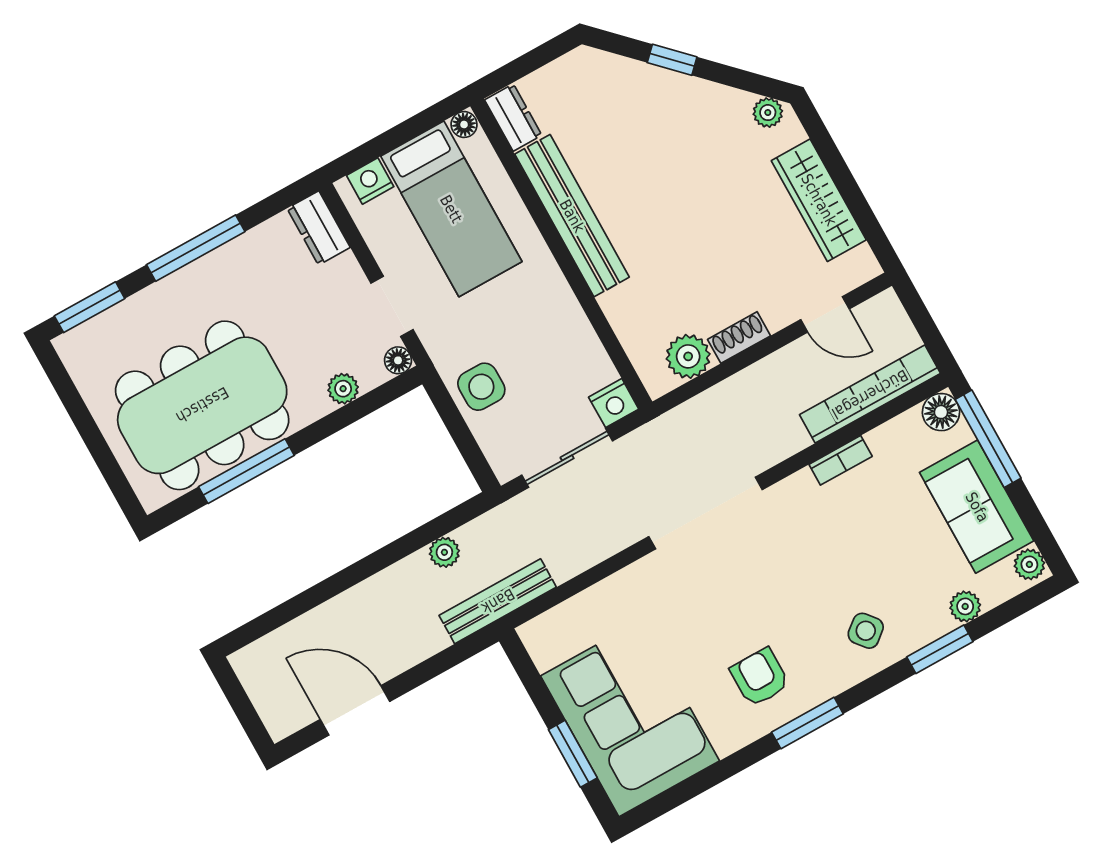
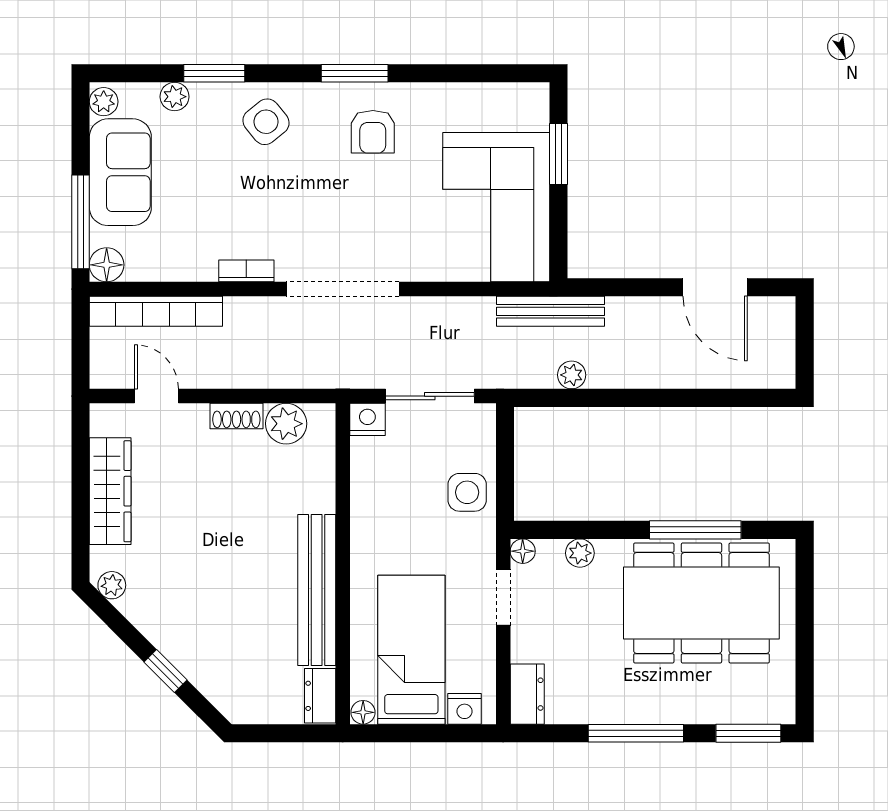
bookcase: (841, 460) -> (246, 271), moved
side table: (866, 631) -> (266, 122), width x1.37, depth x1.37
corner sofa: (630, 718) -> (496, 207), moved

